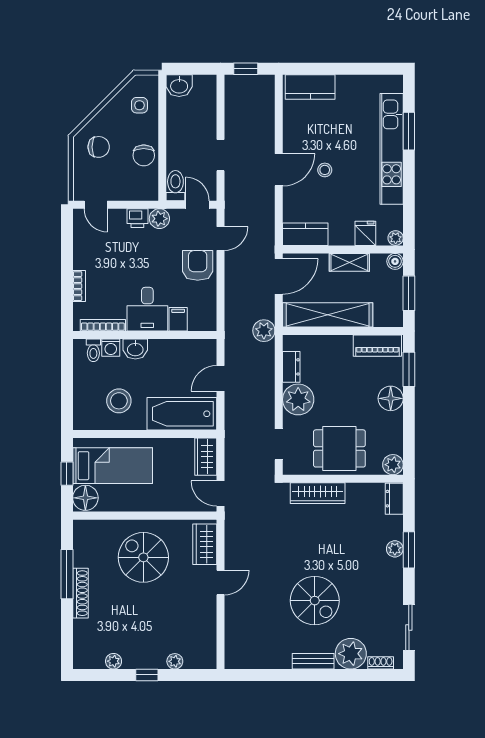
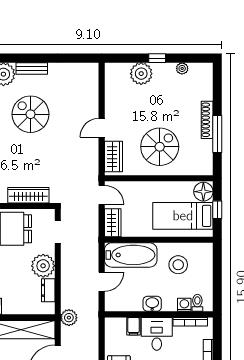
washbasin: (135, 349) -> (152, 304), moved
spiral stairs: (143, 557) -> (160, 147), turned -90
plant: (175, 661) -> (141, 74), width x1.87, depth x1.87

